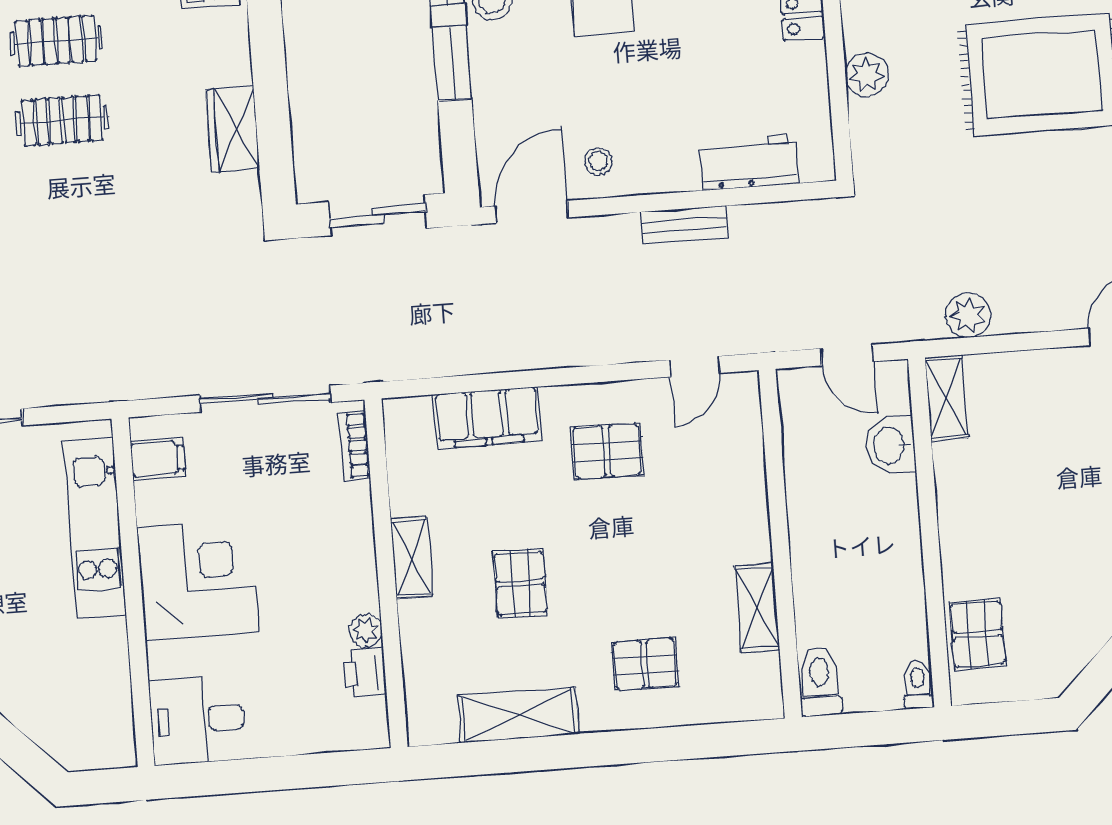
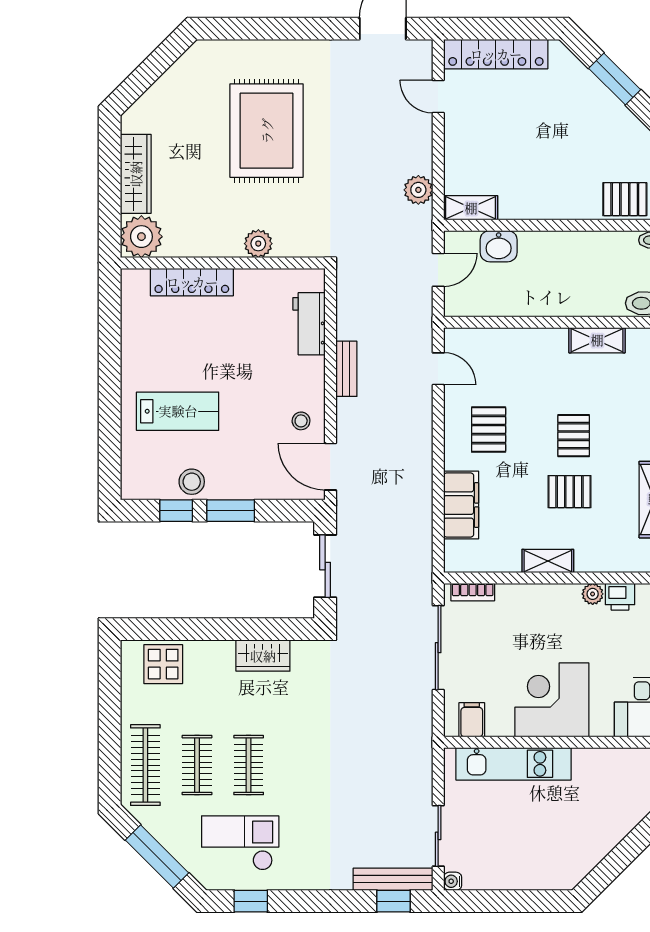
pallet: (645, 664) -> (574, 436), moved

